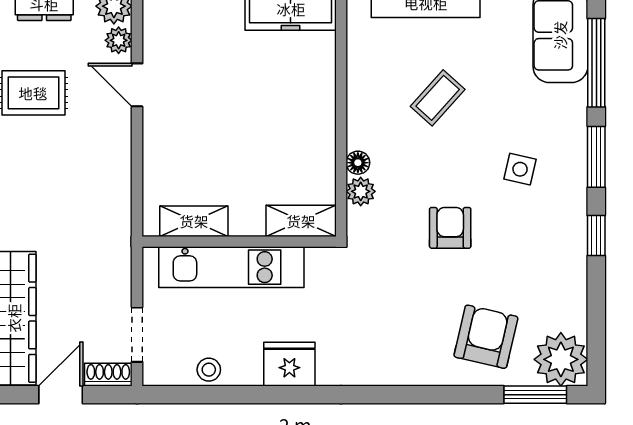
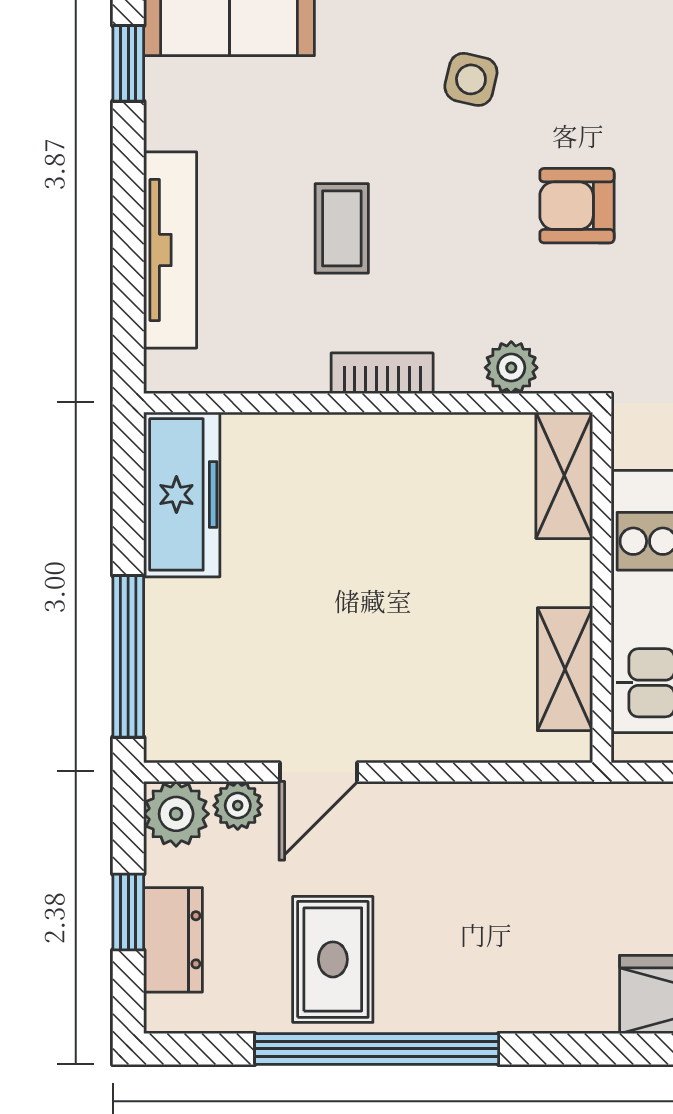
coffee table: (438, 98) -> (342, 228), turned 48
bookcase: (358, 120) -> (382, 373), added
floor lamp: (358, 163) -> (459, 373), removed

